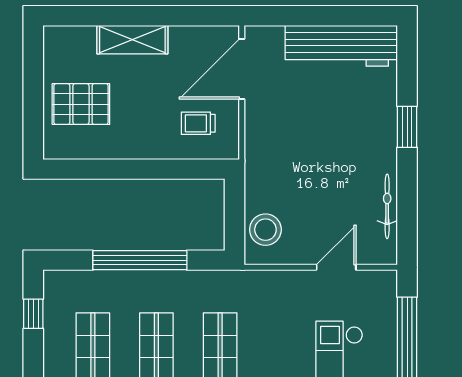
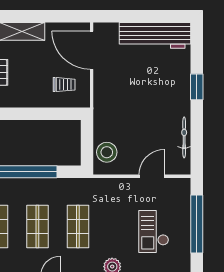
door: (242, 69) -> (92, 50), hinge flipped
trolley: (198, 123) -> (64, 85), turned 180

